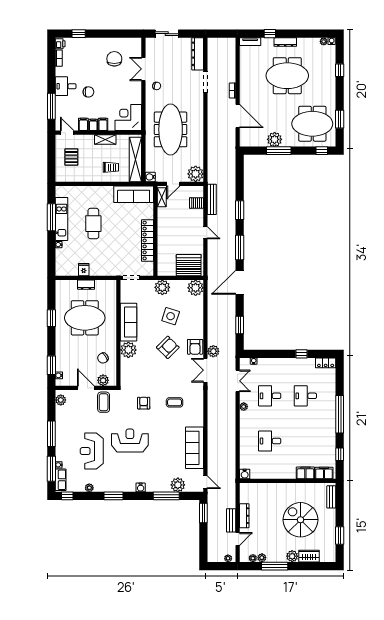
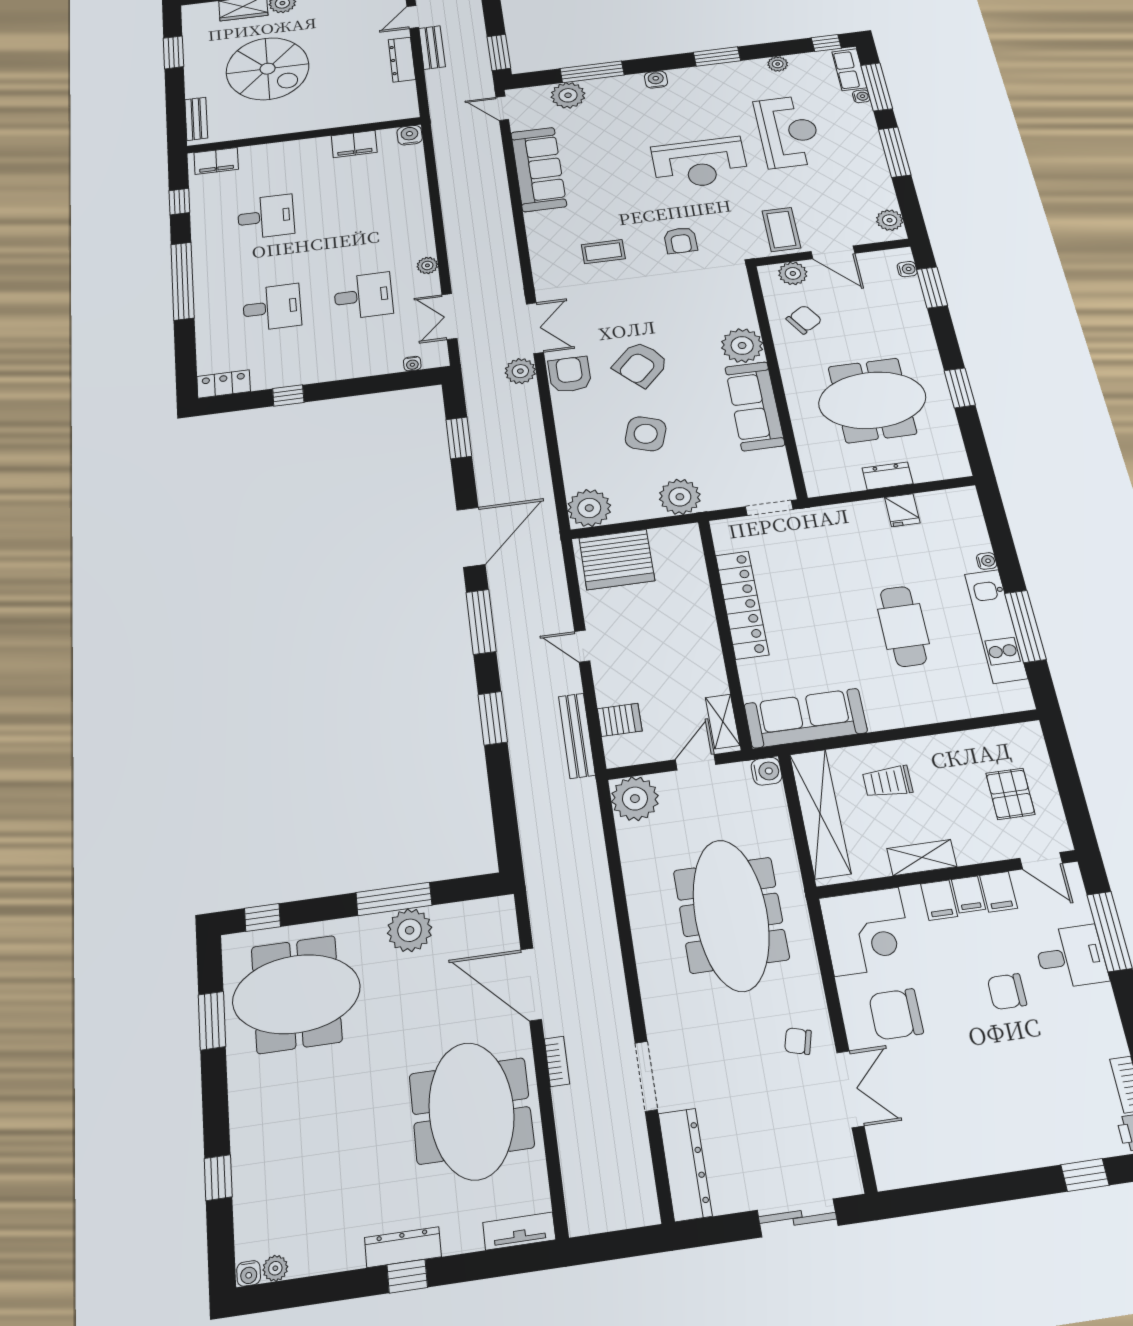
window: (270, 34) -> (407, 1276), moved
chair: (114, 59) -> (896, 1014), moved, turned 90
meeting table: (287, 76) -> (471, 1111), moved, turned 90
desk: (66, 86) -> (1071, 957), moved
desk: (270, 441) -> (266, 217), moved
filing cabinet: (305, 473) -> (354, 144), moved

